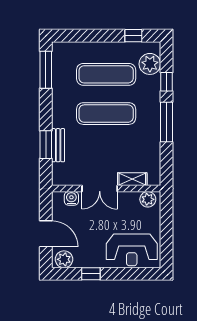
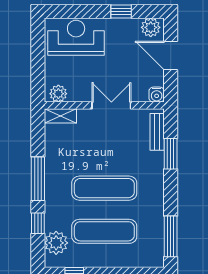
bench: (58, 145) -> (157, 132), moved
shelving: (132, 179) -> (60, 116), moved
water cooler: (71, 198) -> (157, 95), moved

